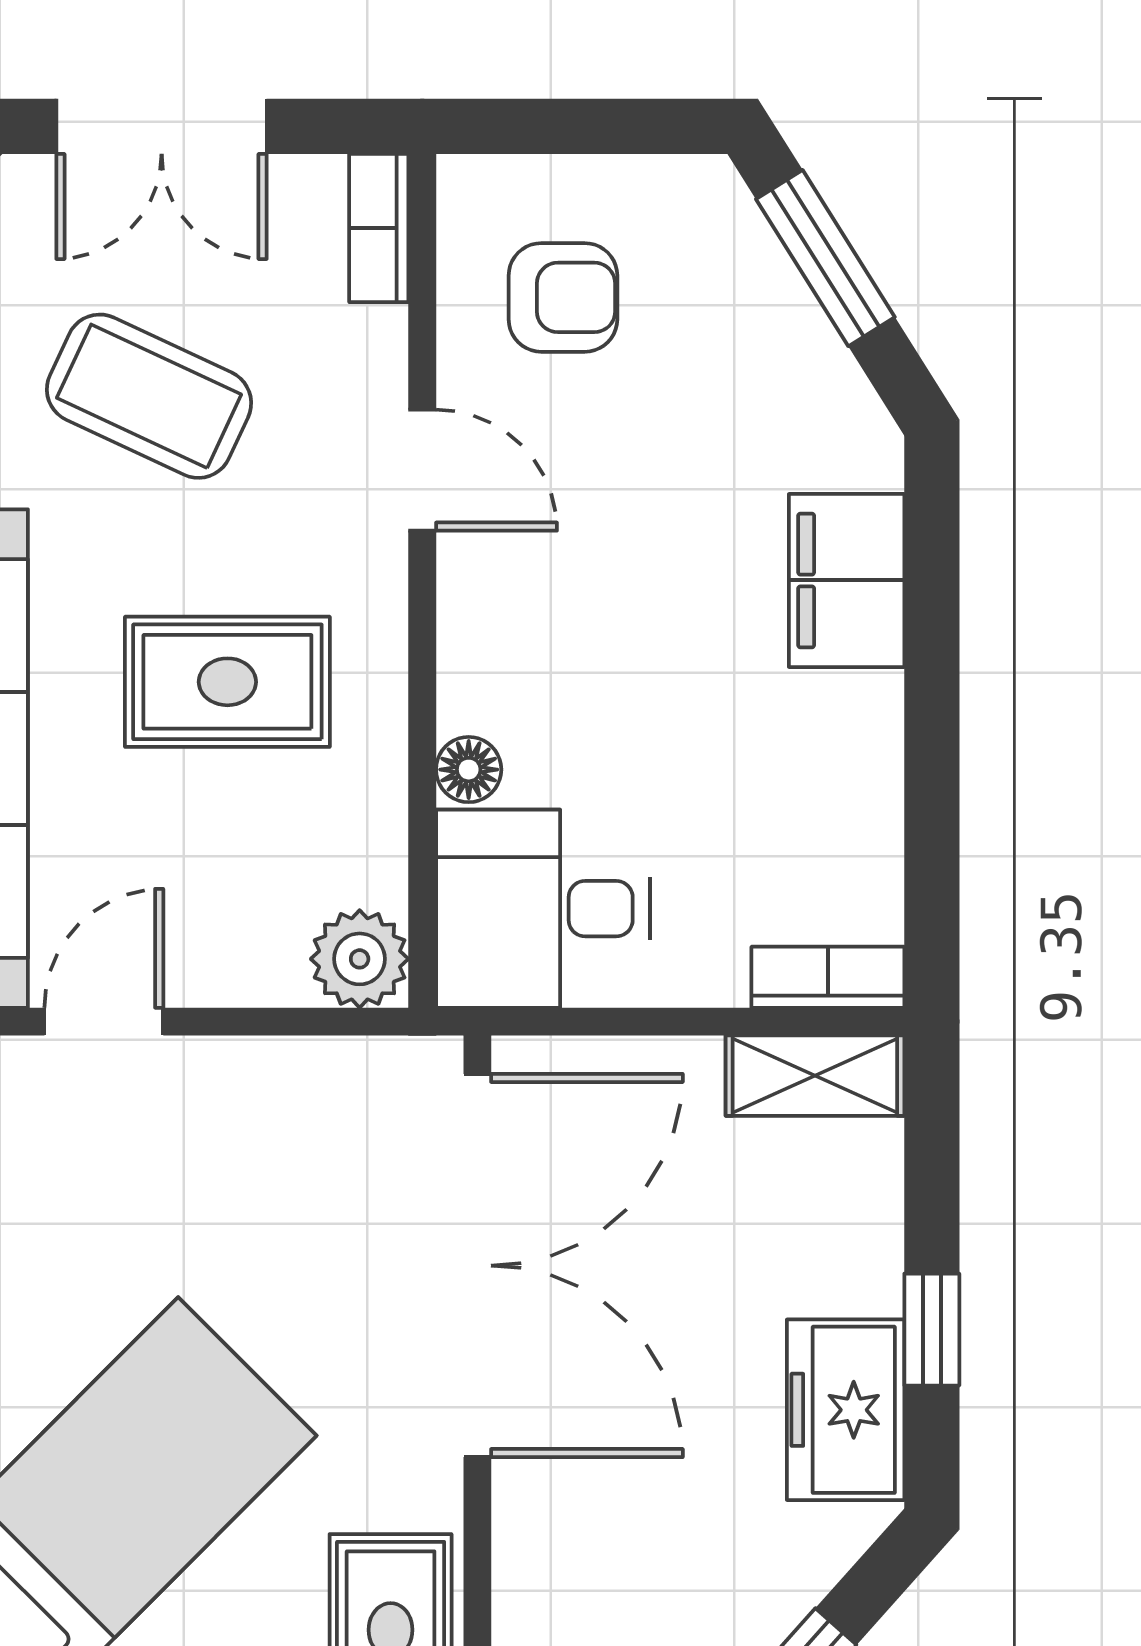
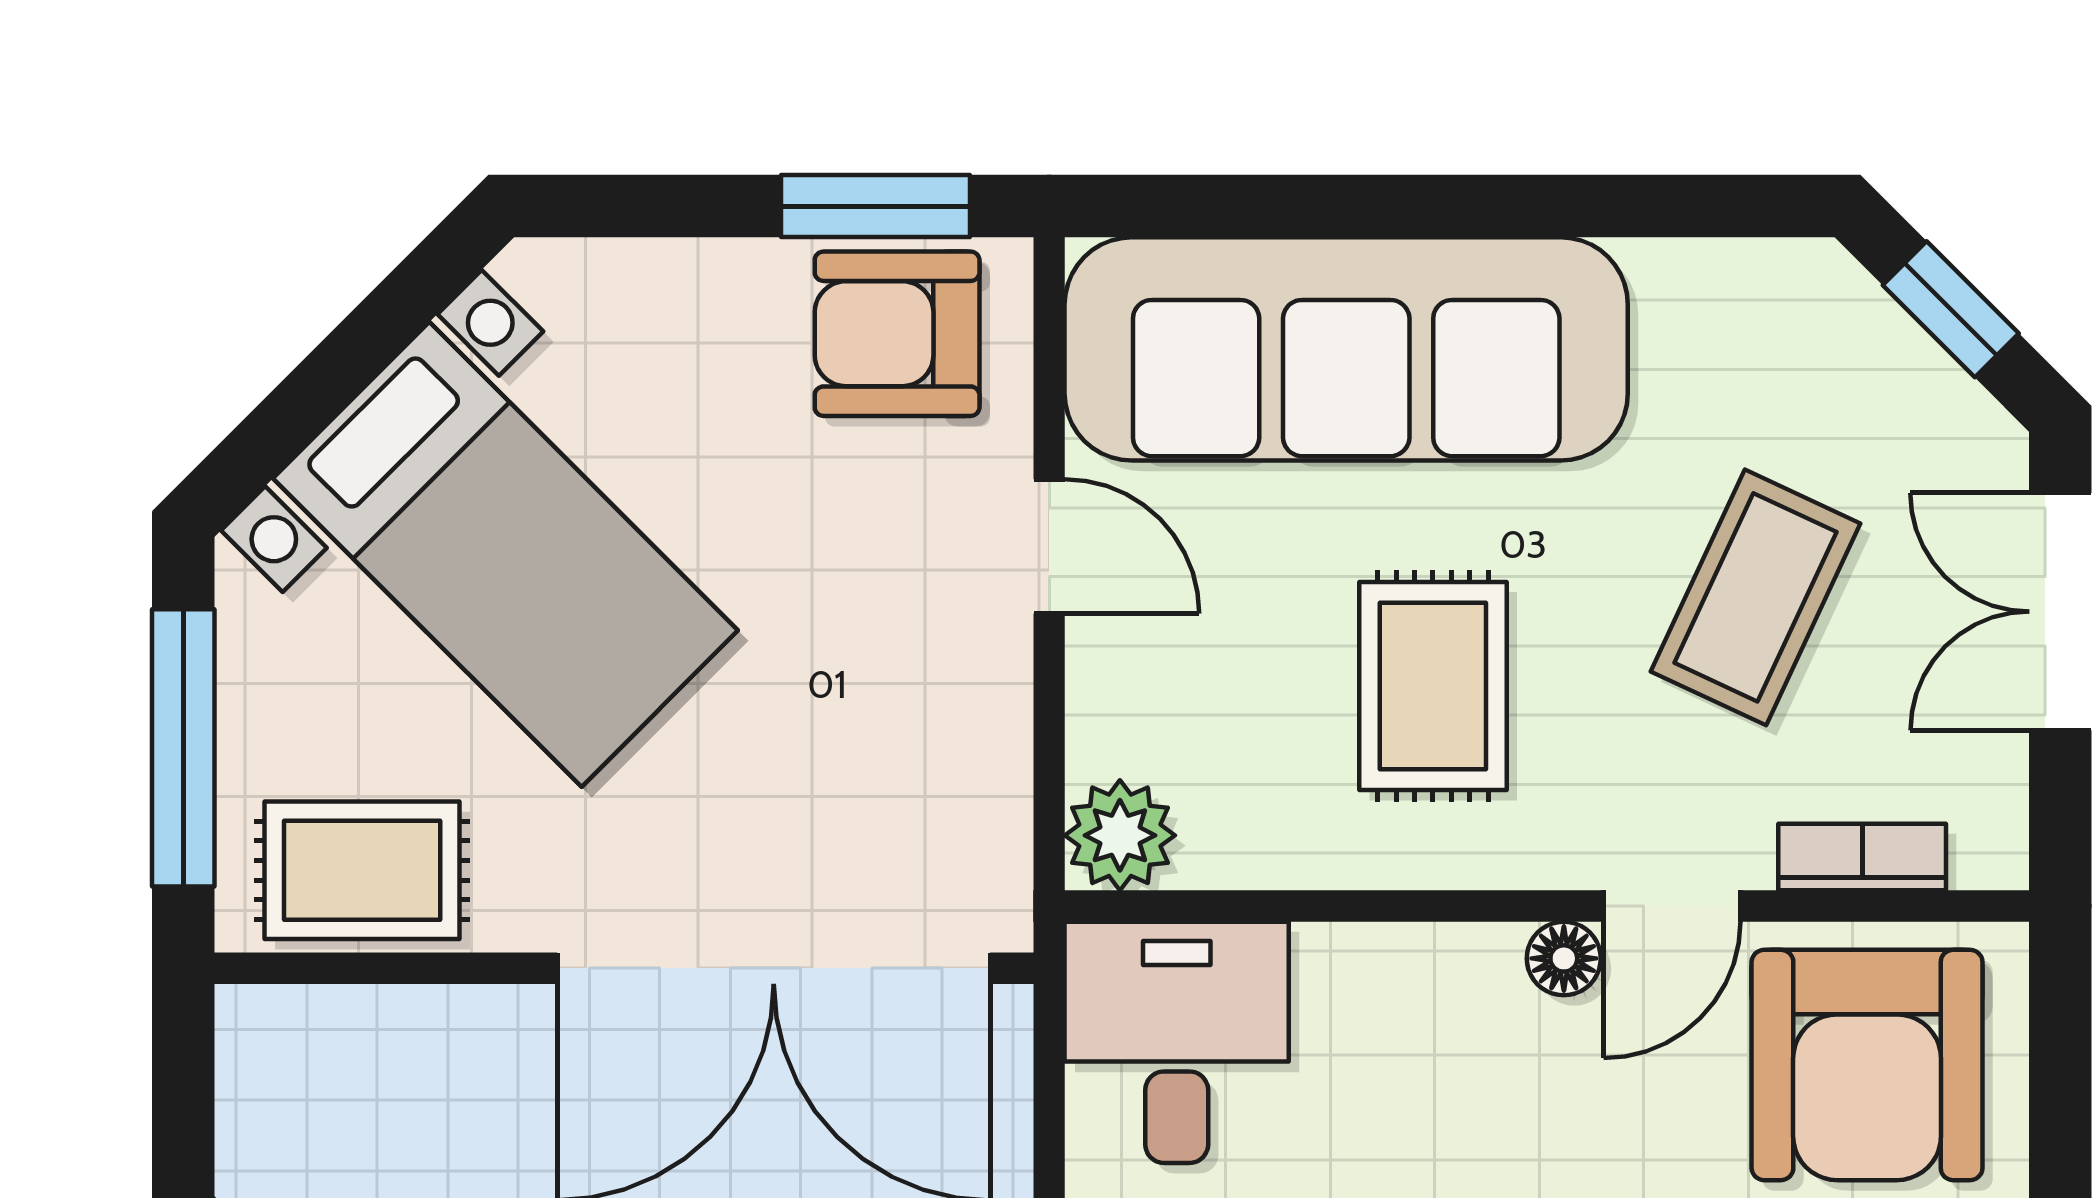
bookcase: (379, 228) -> (1862, 857), moved
armchair: (563, 297) -> (1867, 1065), width x1.88, depth x1.88
floor lamp: (469, 770) -> (1564, 958), moved

